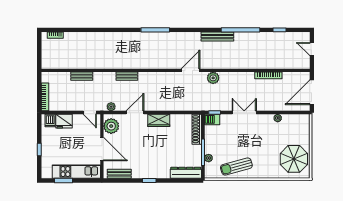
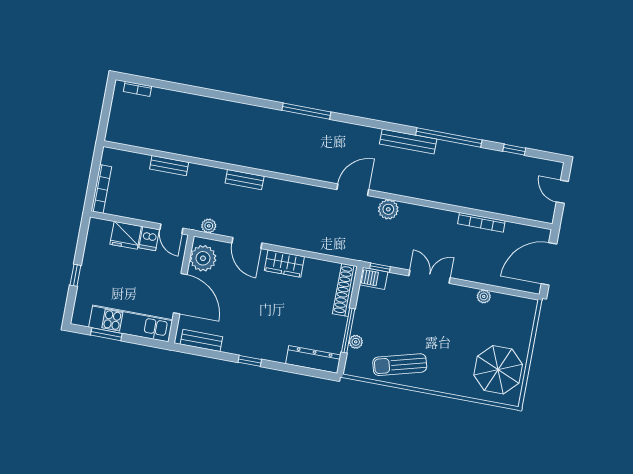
door: (135, 113) -> (247, 243), swing flipped
dishwasher: (50, 121) -> (149, 239), moved

